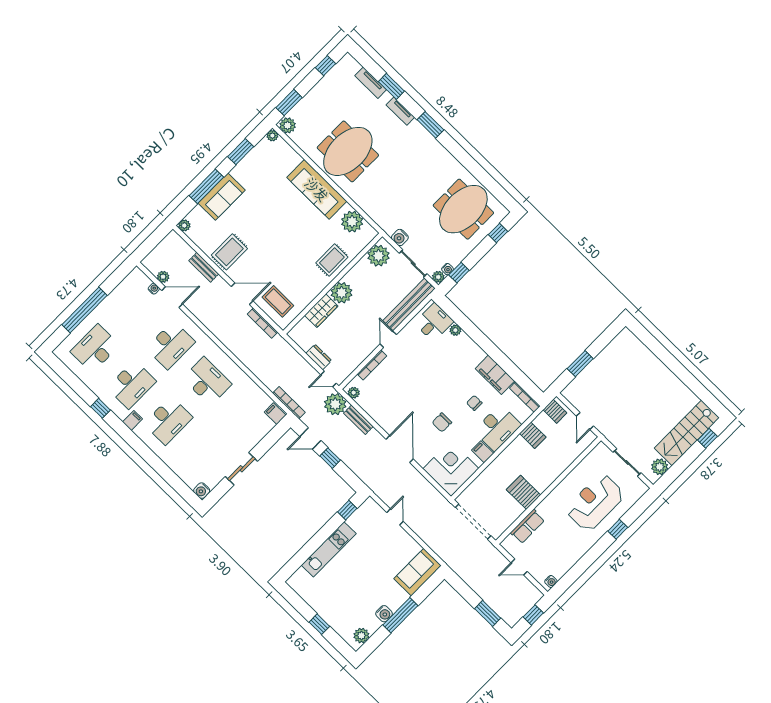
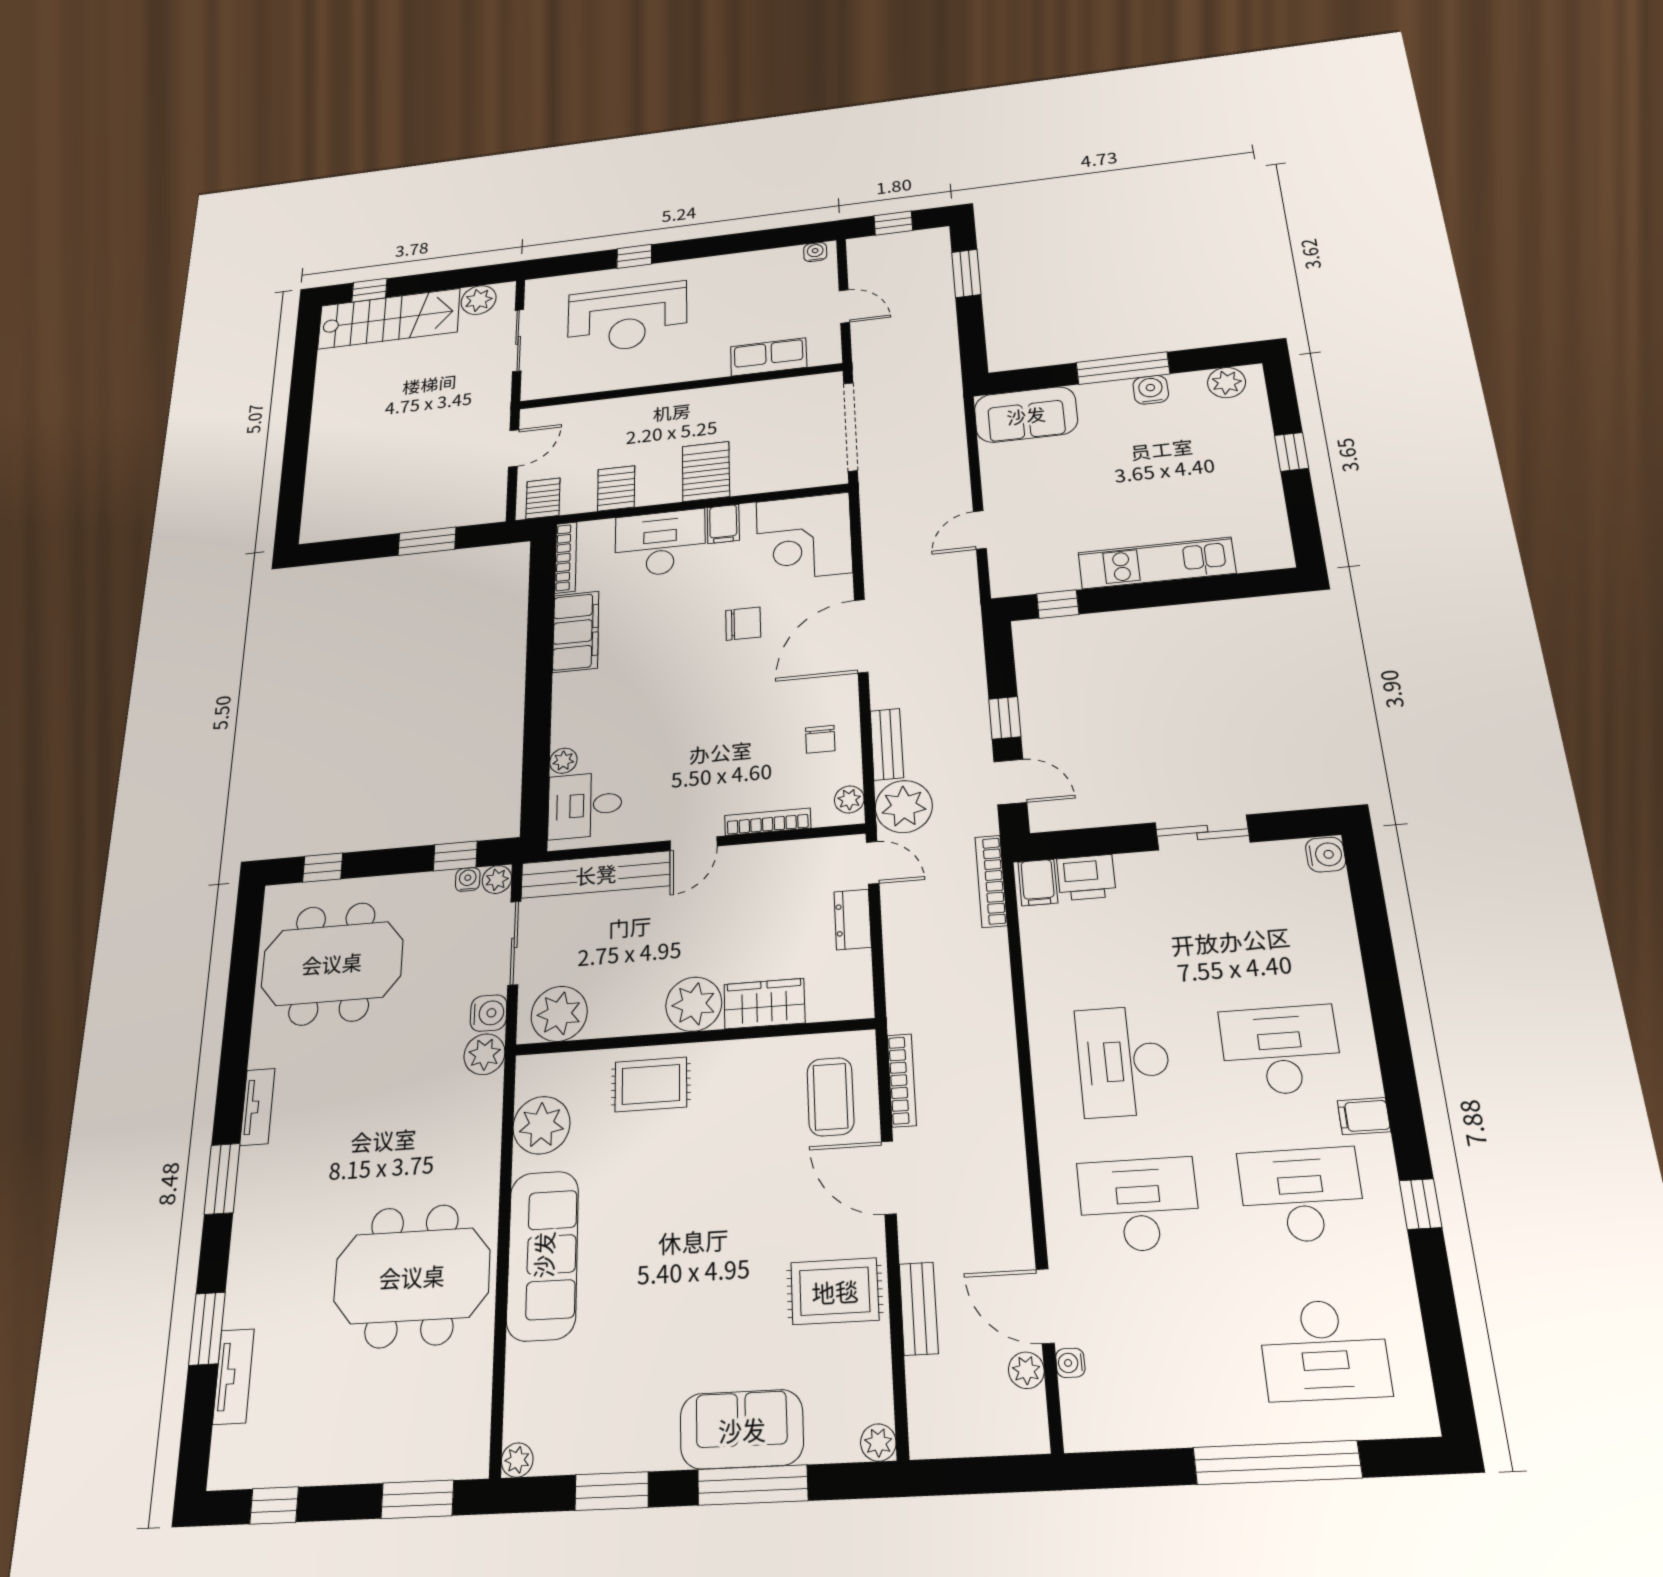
tv unit: (400, 111) -> (257, 1107), moved
plant: (288, 125) -> (484, 1054), moved
chair: (474, 403) -> (820, 739), moved
printer: (263, 427) -> (1086, 878), added
server rack: (524, 492) -> (706, 471), moved, turned 180

